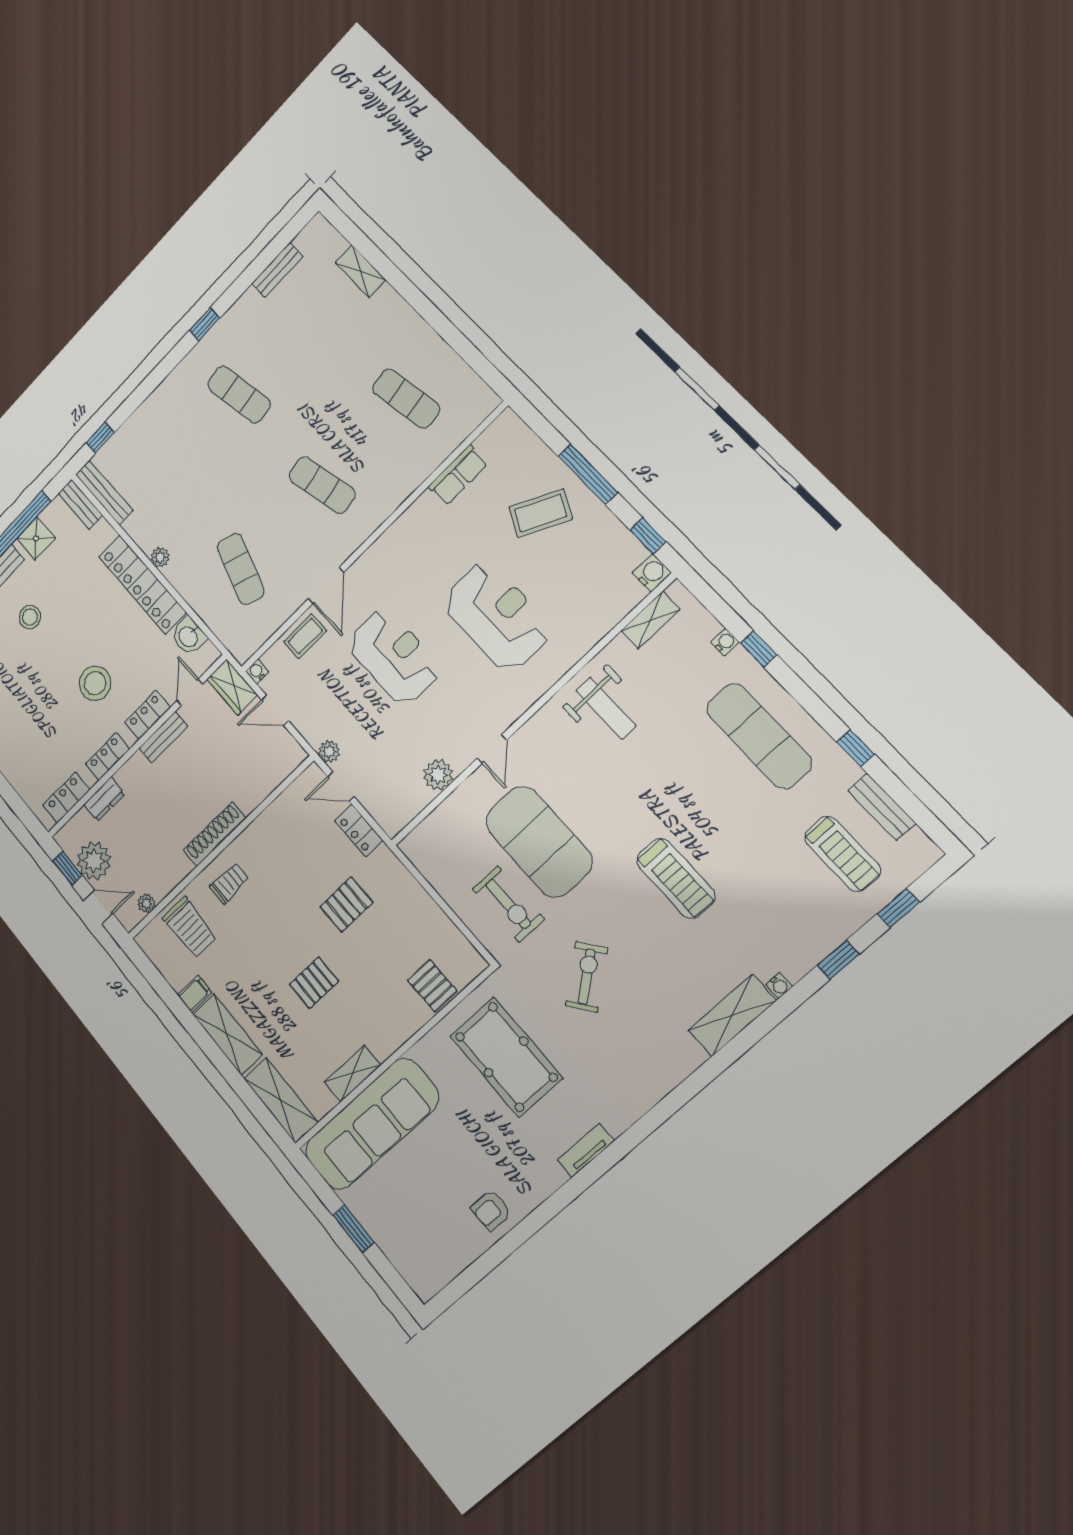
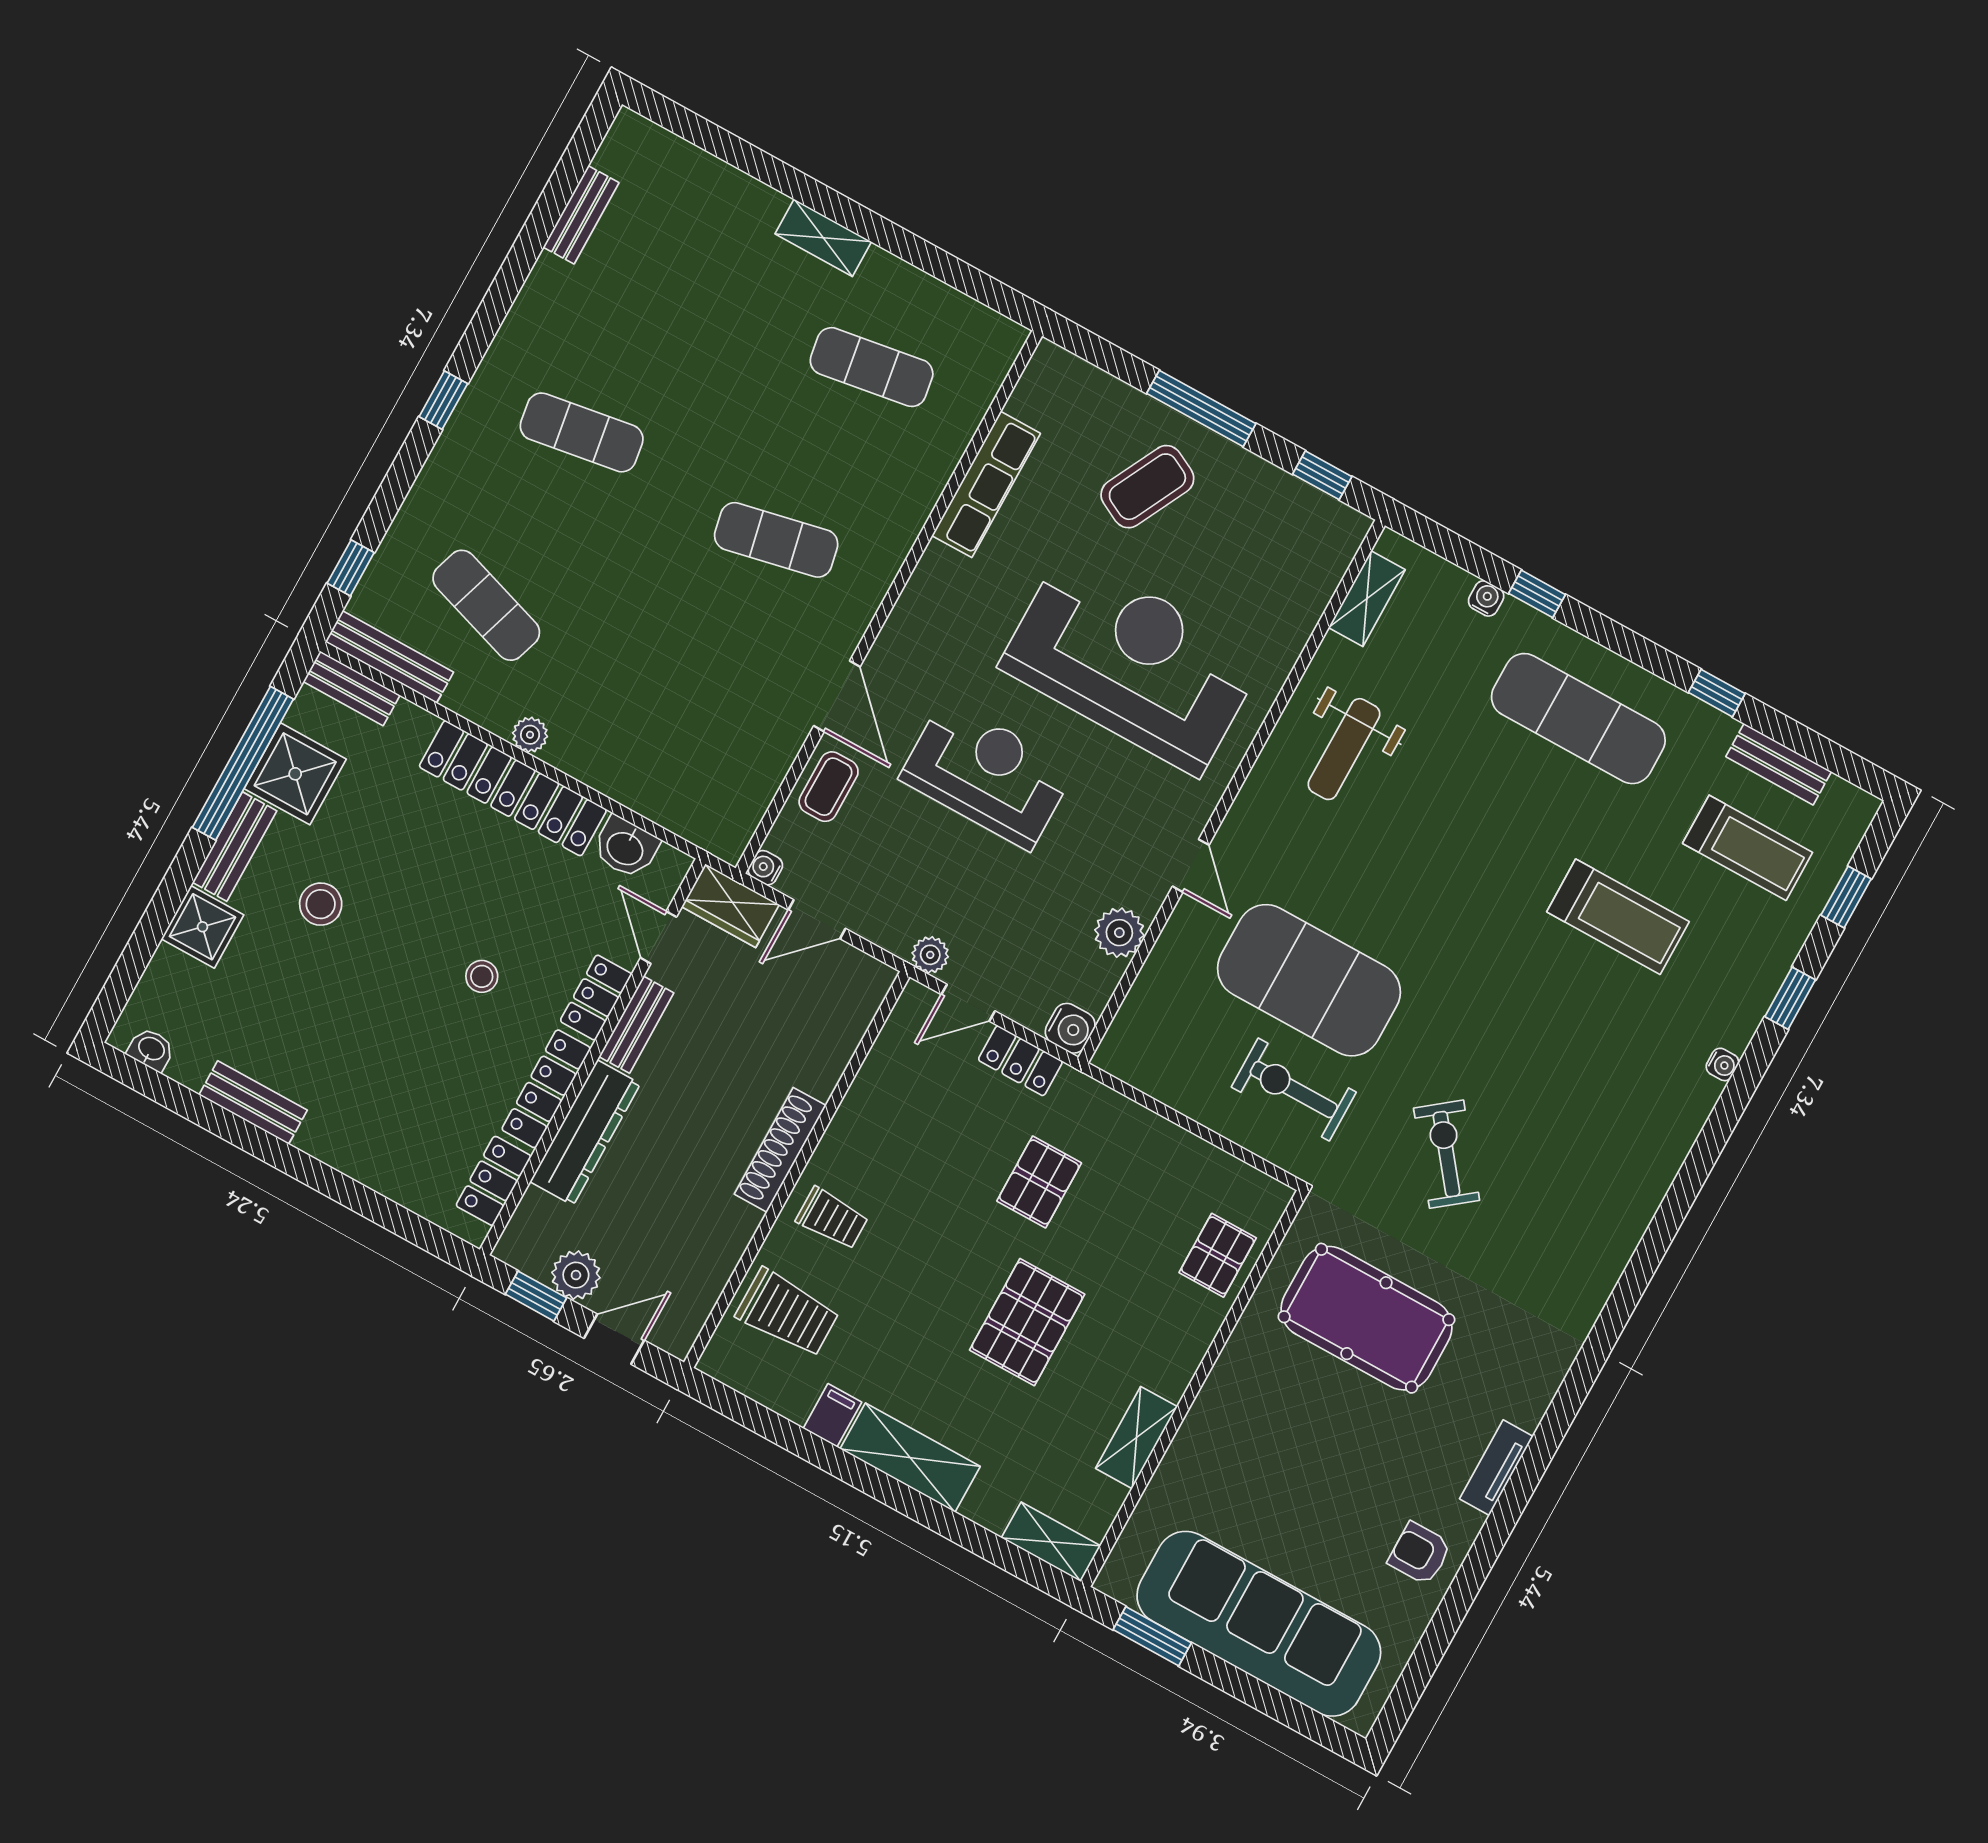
shelving: (360, 271) -> (823, 238), moved
window: (204, 324) -> (443, 400), moved
row of seats: (458, 475) -> (986, 484), width x1.48
shower: (36, 538) -> (295, 774), width x1.36, depth x1.36
exercise mat: (241, 569) -> (486, 605), moved
water cooler: (652, 573) -> (1070, 1028), moved, turned 90
reception desk: (497, 616) -> (1132, 662), width x1.36, depth x1.30
stool: (95, 683) -> (482, 976), width x0.53, depth x0.53
weight bench: (606, 708) -> (1344, 749), turned 90
locker: (107, 756) -> (546, 1089), width x1.53
dresser: (104, 799) -> (585, 1133), width x1.96, depth x1.24
plant: (94, 861) -> (576, 1275), width x0.73, depth x0.73
treadmill: (676, 878) -> (1618, 917), moved
trolley: (229, 883) -> (832, 1218), turned 90
plant: (146, 903) -> (699, 1302), removed
exercise bike: (508, 904) -> (1294, 1090), turned 180
pallet: (314, 983) -> (1027, 1322), width x1.50, depth x1.42
pallet: (432, 986) -> (1218, 1255), turned 90
shelving: (732, 1015) -> (1672, 1131), removed
shelving: (281, 1100) -> (1051, 1542), width x0.67, depth x0.75
sofa: (372, 1124) -> (1259, 1624), moved, turned -90
tv unit: (586, 1150) -> (1496, 1468), moved
armchair: (491, 1210) -> (1420, 1554), turned 90
window: (353, 1229) -> (1152, 1636), moved

